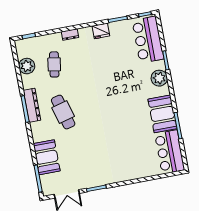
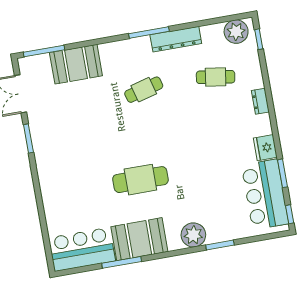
bar counter: (148, 40) -> (265, 194), moved, turned -90
plant: (27, 66) -> (236, 32), moved
dresser: (32, 105) -> (176, 39), moved
cafe table: (63, 112) -> (144, 90), width x0.73, depth x0.74
cafe table: (123, 114) -> (140, 180), added

